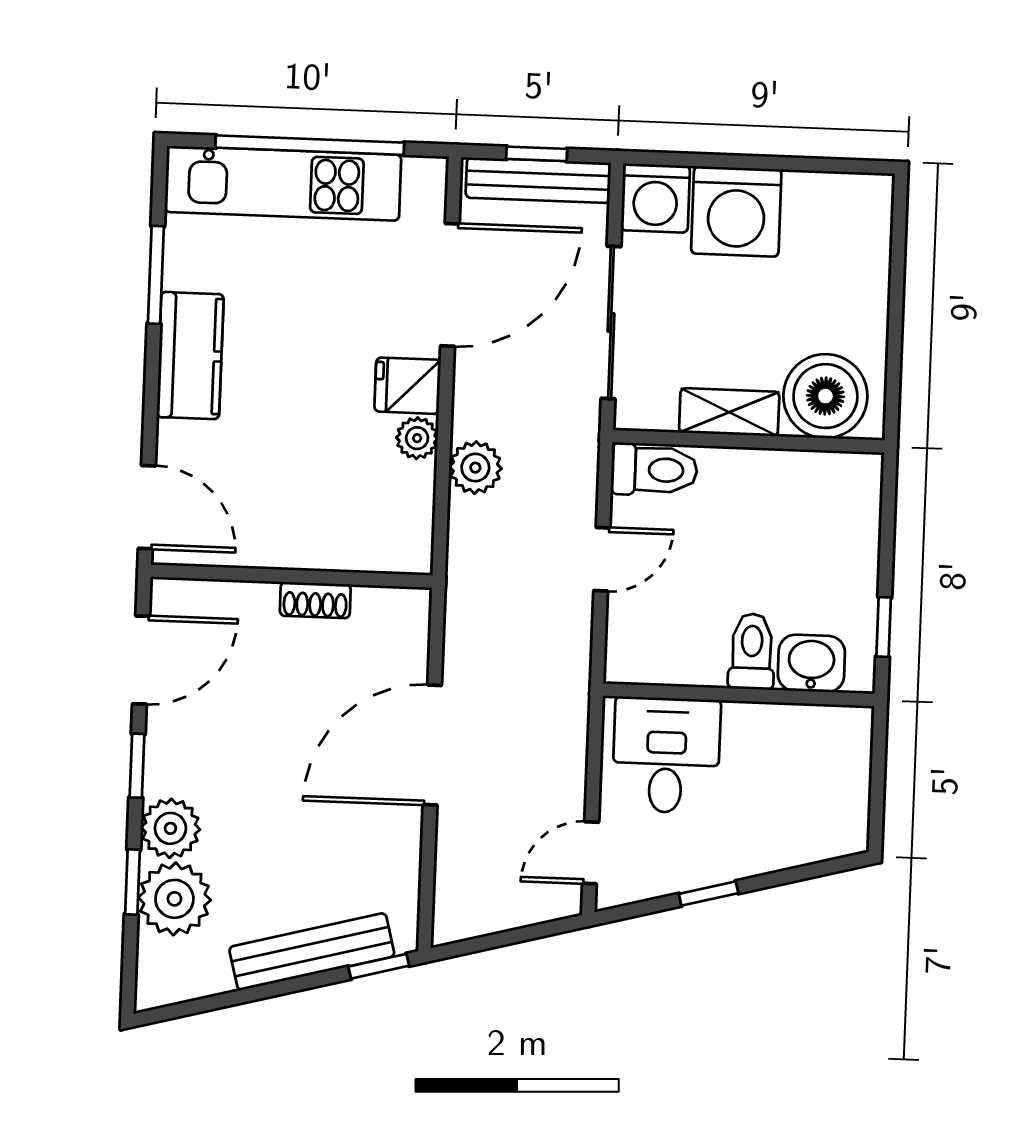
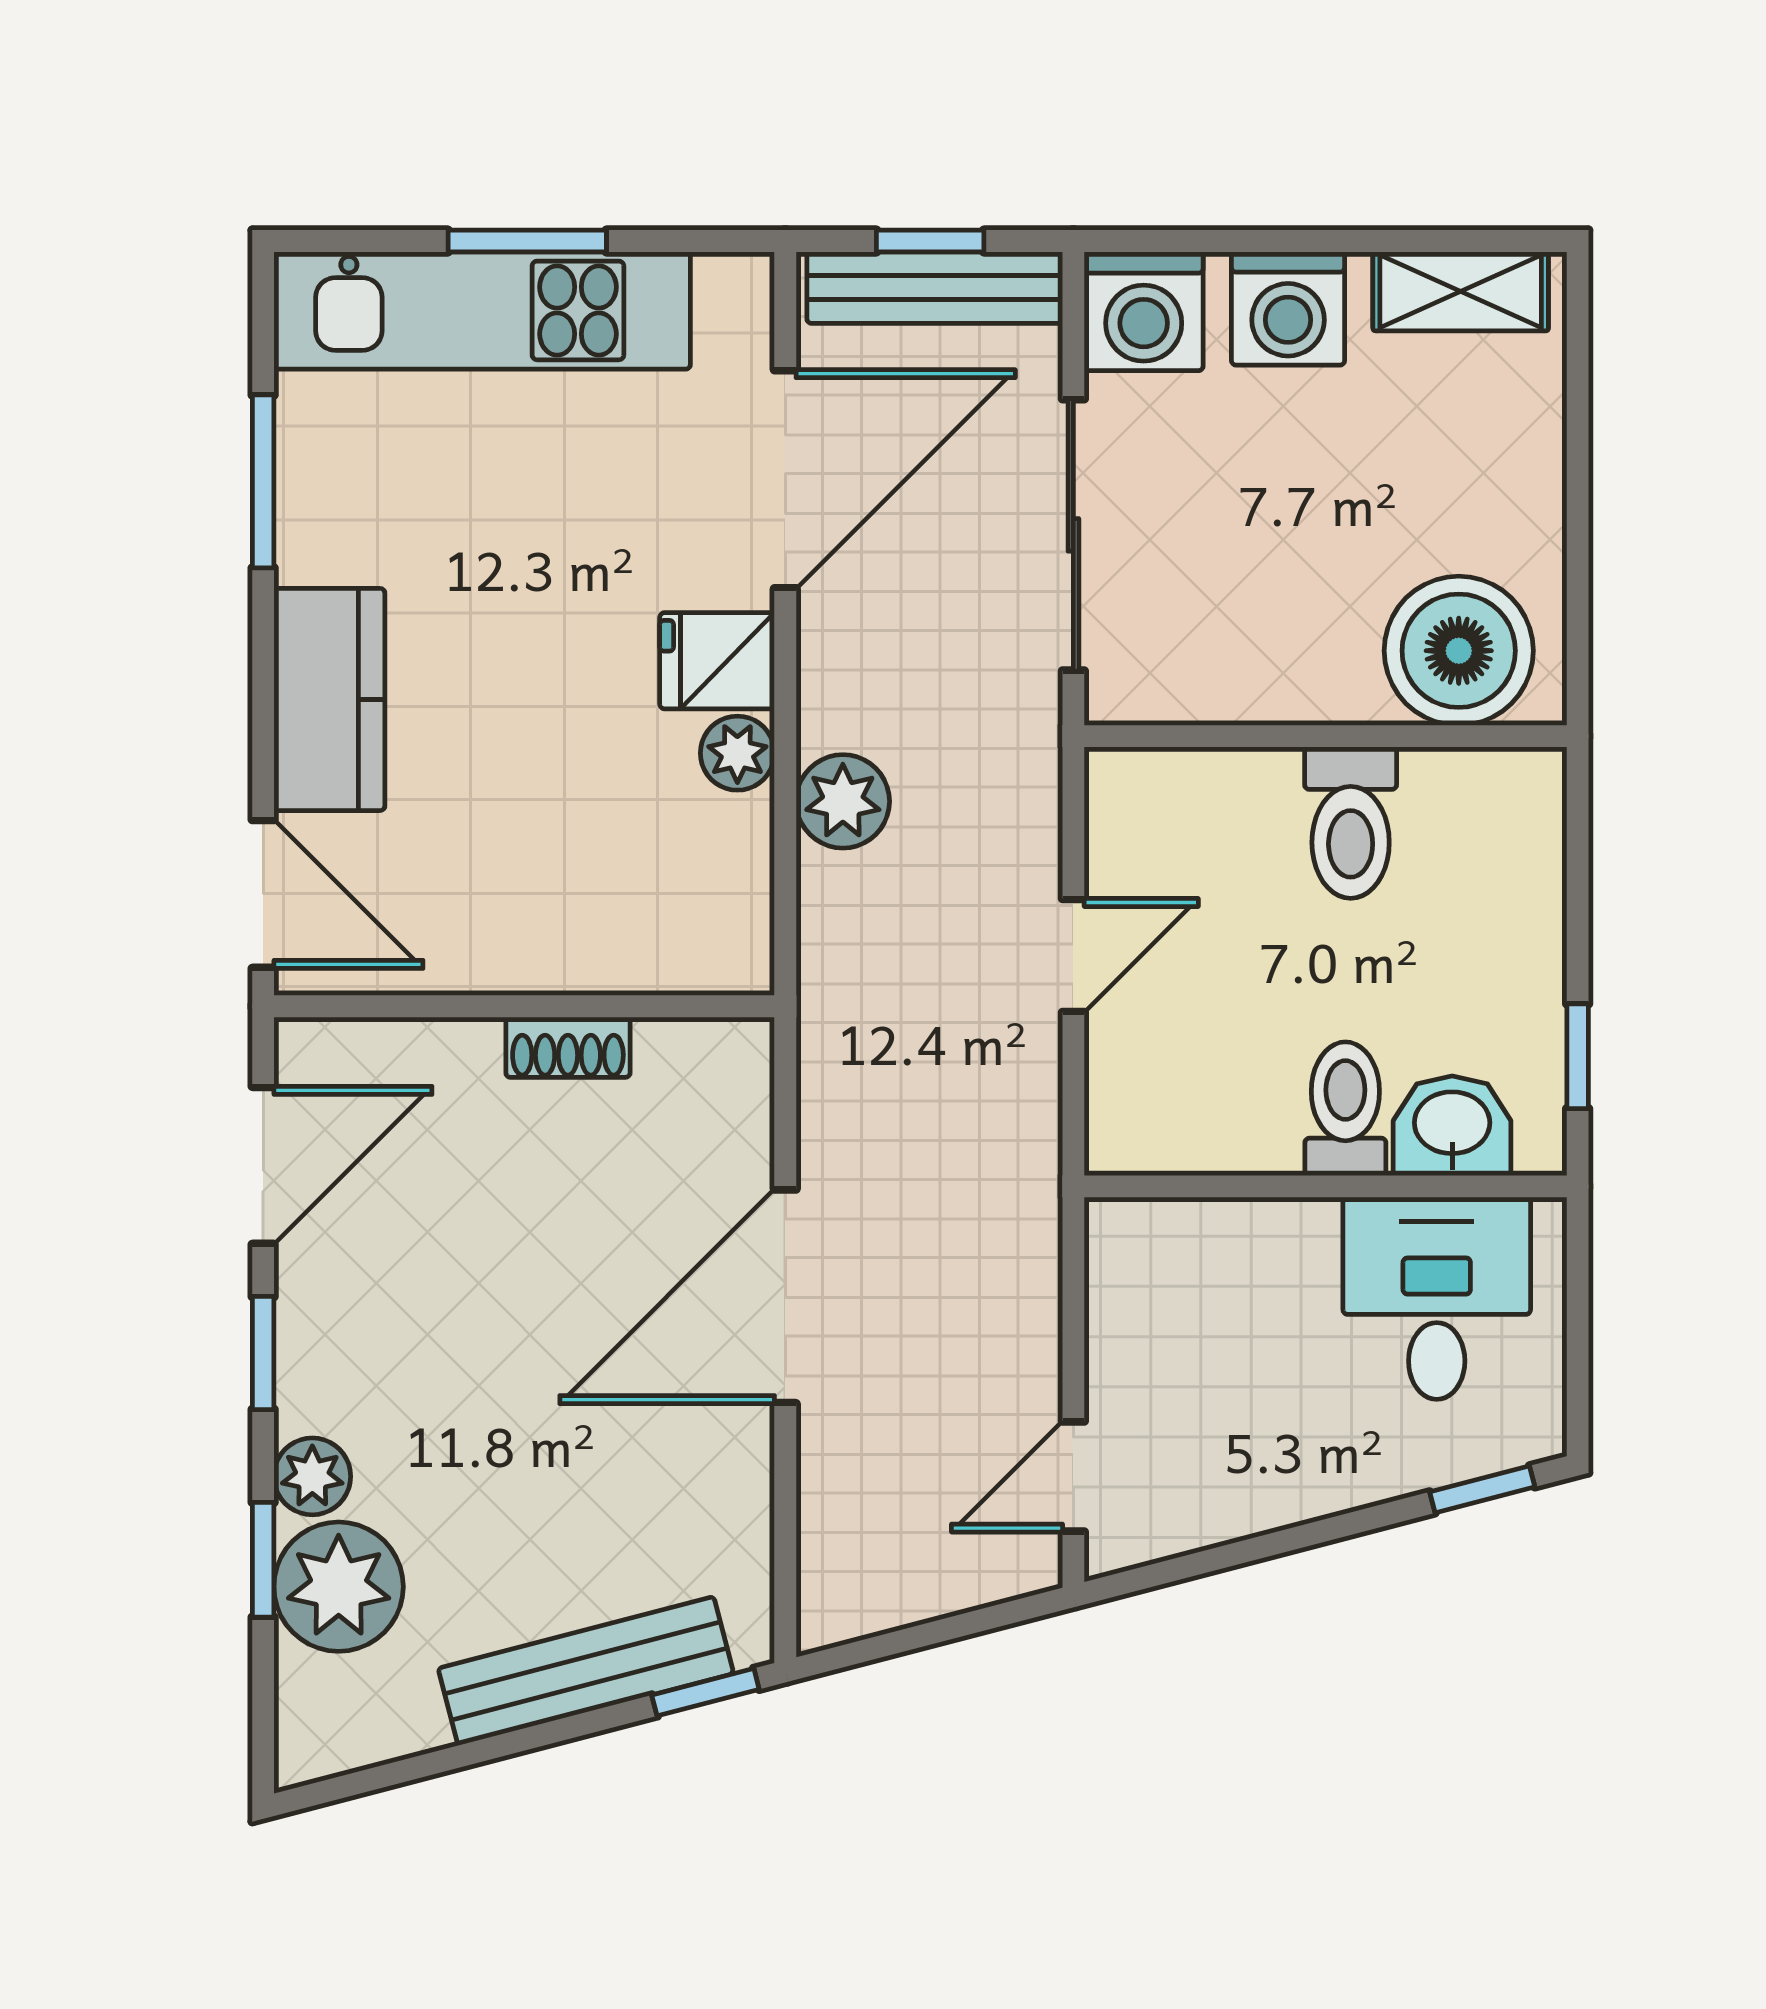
window: (310, 145) -> (527, 241), width x0.47
washing machine: (736, 211) -> (1288, 308), width x0.73, depth x0.73
kitchen counter: (190, 356) -> (329, 699), moved
shelving: (729, 412) -> (1461, 291), moved
toilet: (654, 470) -> (1351, 823), moved, turned 90
desk: (666, 755) -> (1437, 1298), moved
plant: (170, 828) -> (312, 1476), width x0.73, depth x0.73
window: (709, 893) -> (1482, 1489), moved

